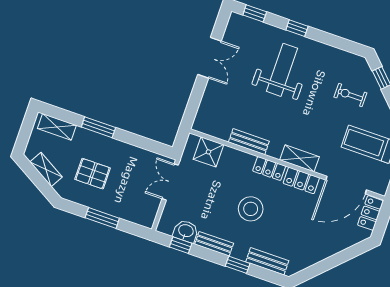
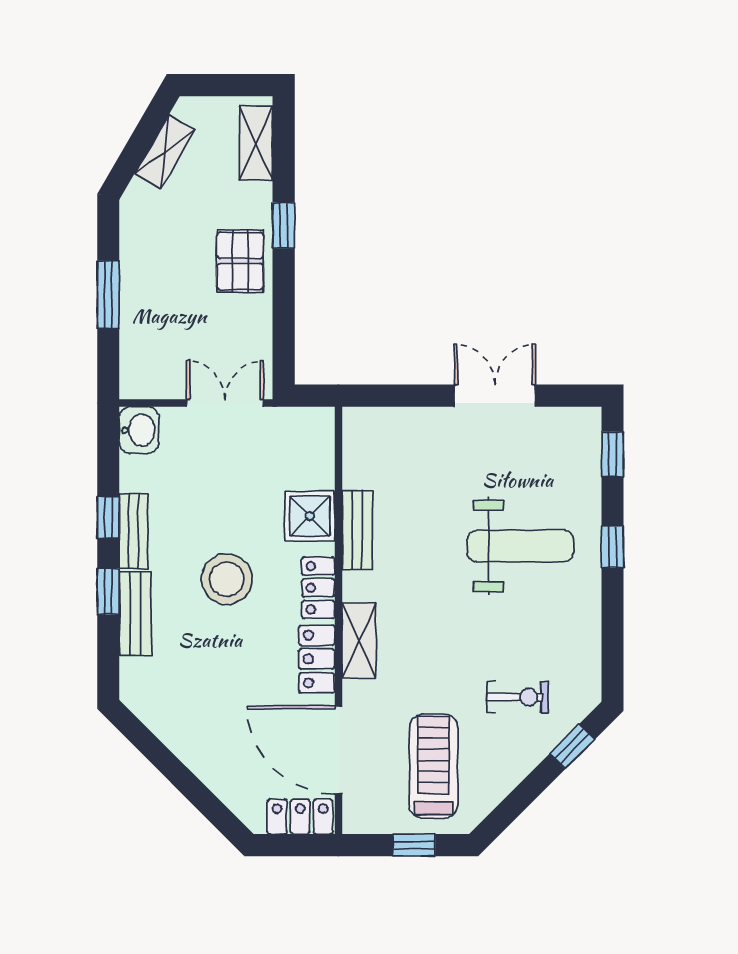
double door: (209, 58) -> (495, 396), swing flipped
exercise bike: (350, 95) -> (518, 697), turned 90
window: (98, 127) -> (284, 225), width x0.67
shower: (208, 152) -> (310, 516), moved
pallet: (93, 174) -> (240, 261), moved
washbasin: (186, 231) -> (139, 430), moved
window: (181, 245) -> (108, 518), moved
bench: (267, 261) -> (135, 614), moved

